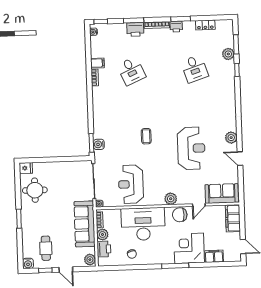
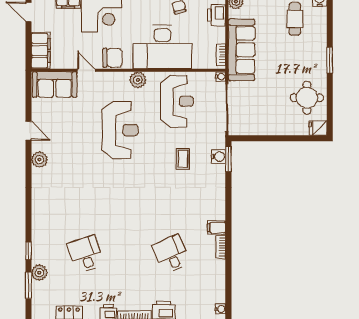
filing cabinet: (97, 63) -> (217, 228), moved
coffee table: (146, 136) -> (183, 159), moved
reception desk: (191, 148) -> (120, 130), moved, turned 180
plant: (171, 199) -> (138, 80), moved
door: (199, 205) -> (86, 70), hinge flipped
plant: (102, 235) -> (218, 35), removed

